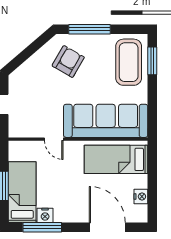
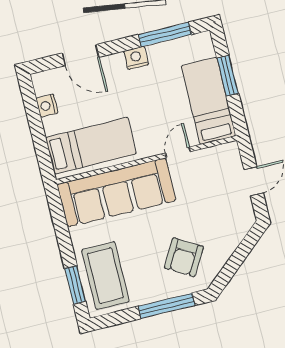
door: (54, 139) -> (178, 152), hinge flipped
bed: (22, 192) -> (209, 101), moved, turned 180
nightstand: (45, 215) -> (136, 58), moved
door: (107, 227) -> (81, 55), width x0.73

